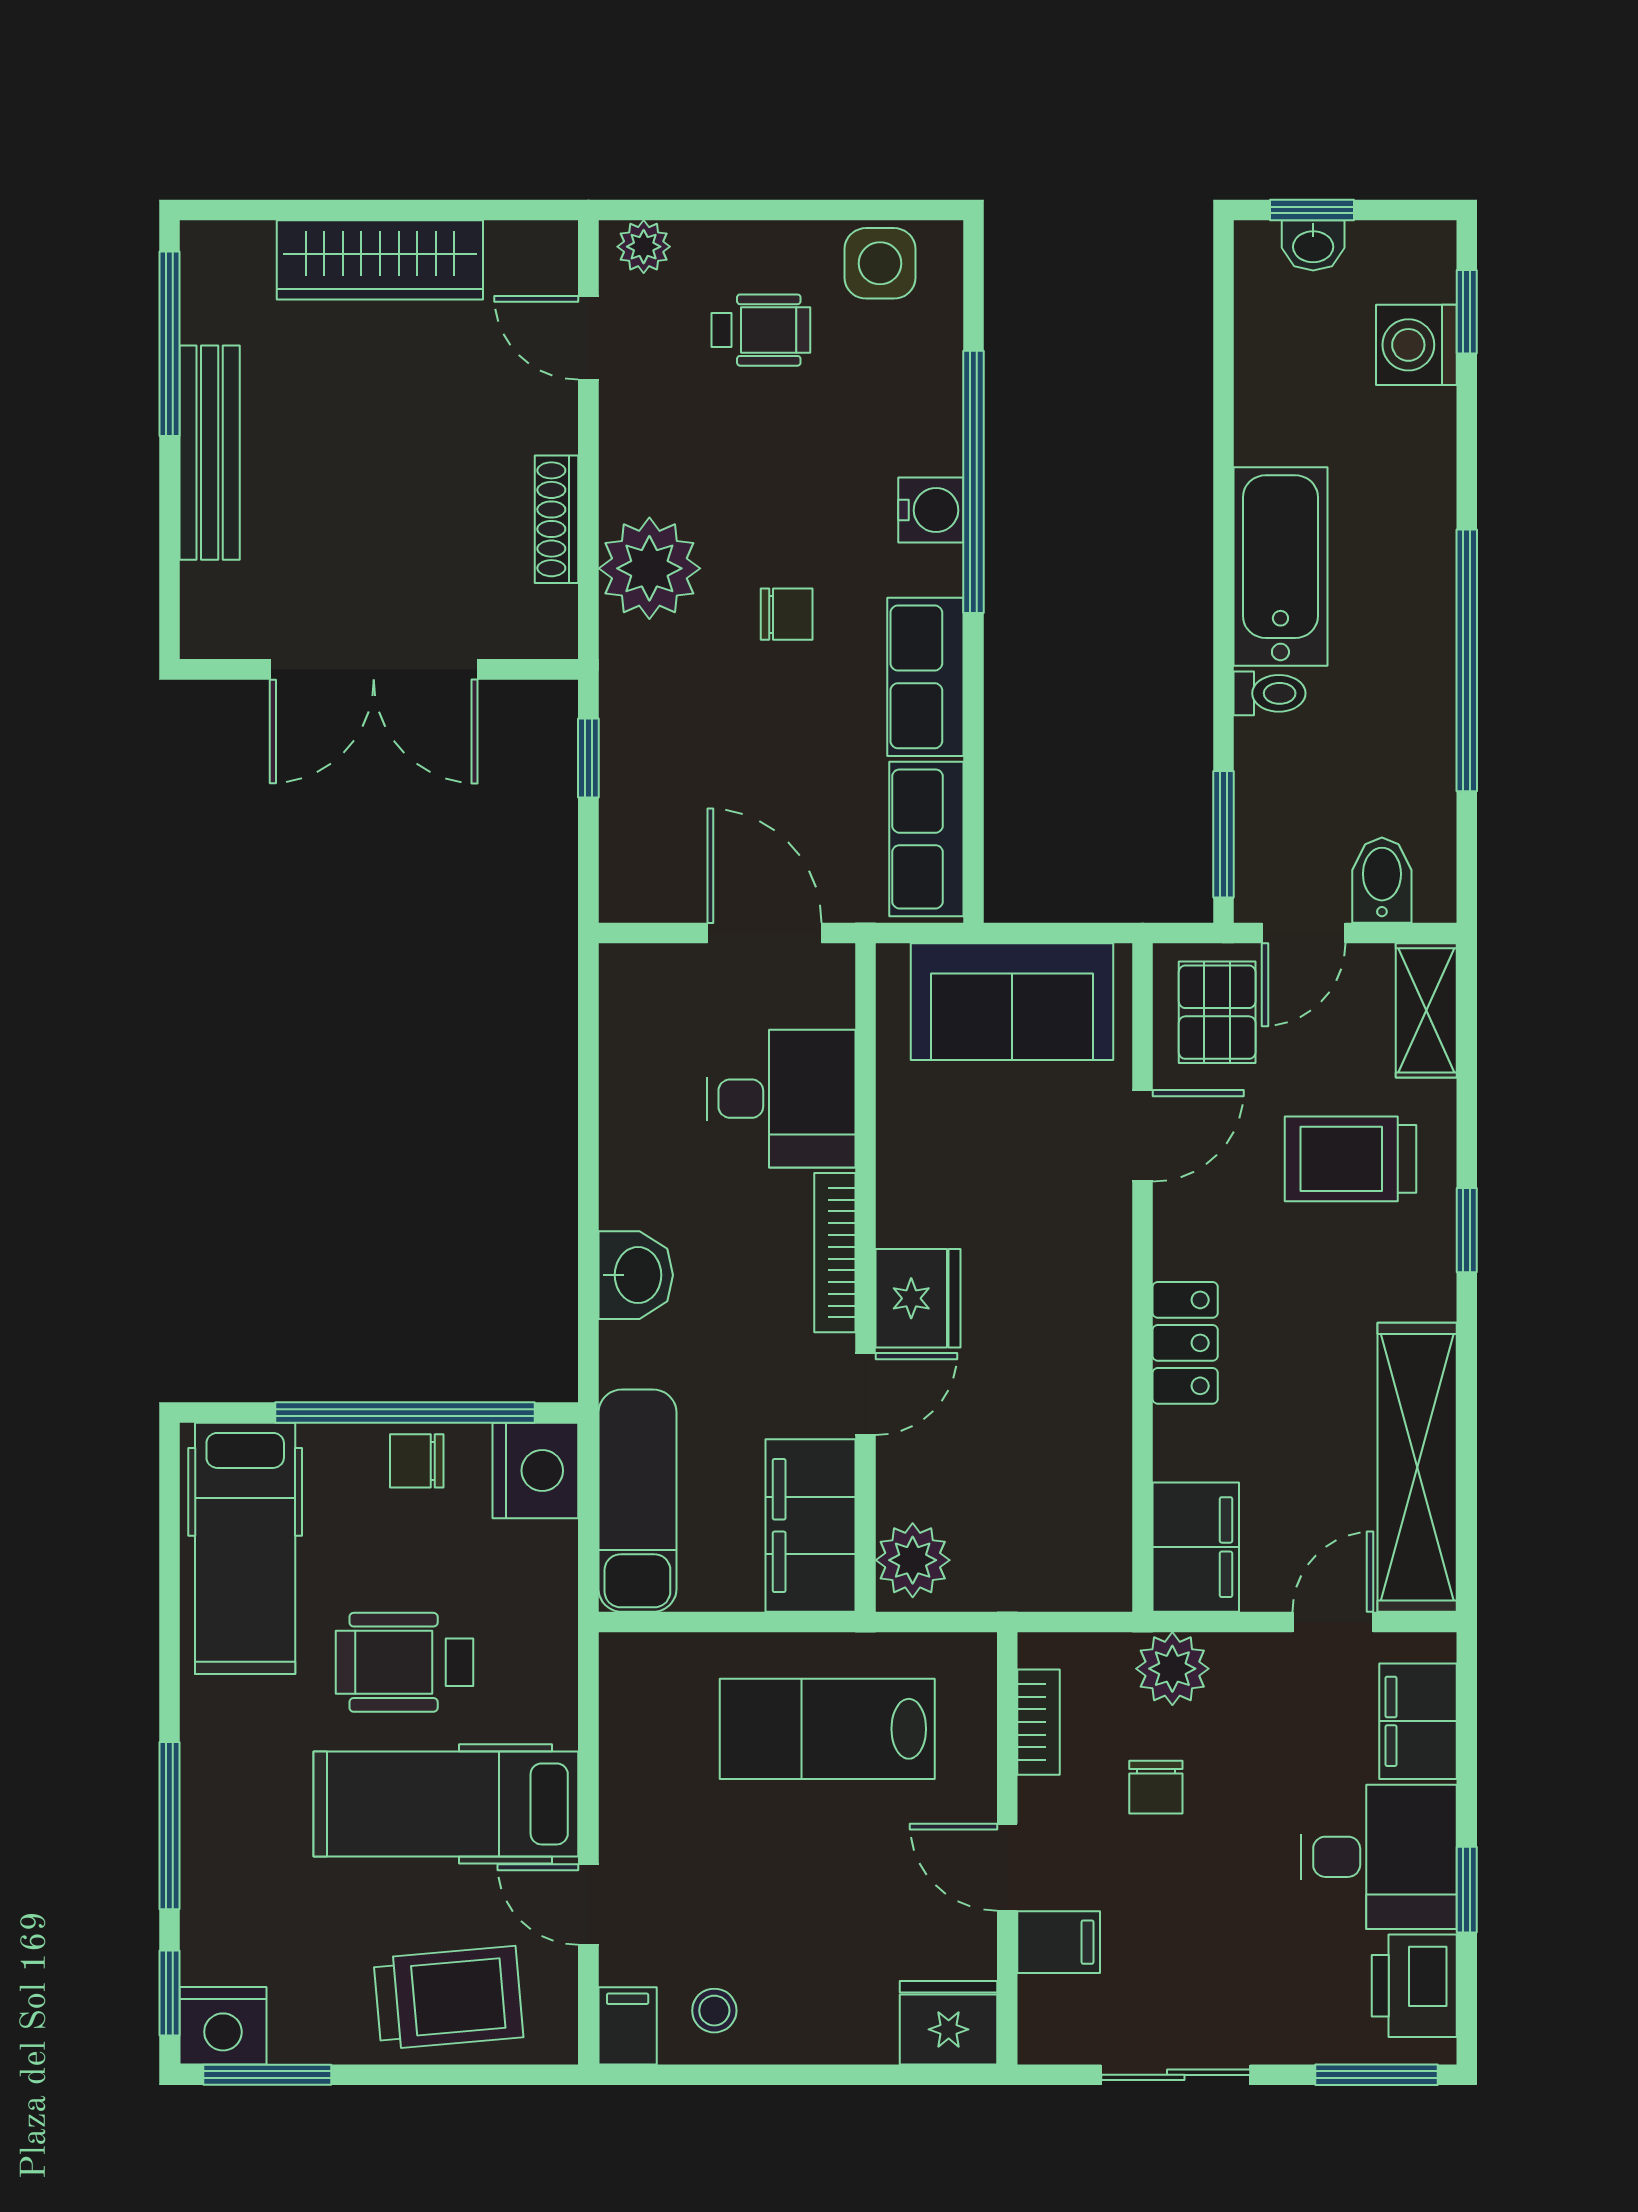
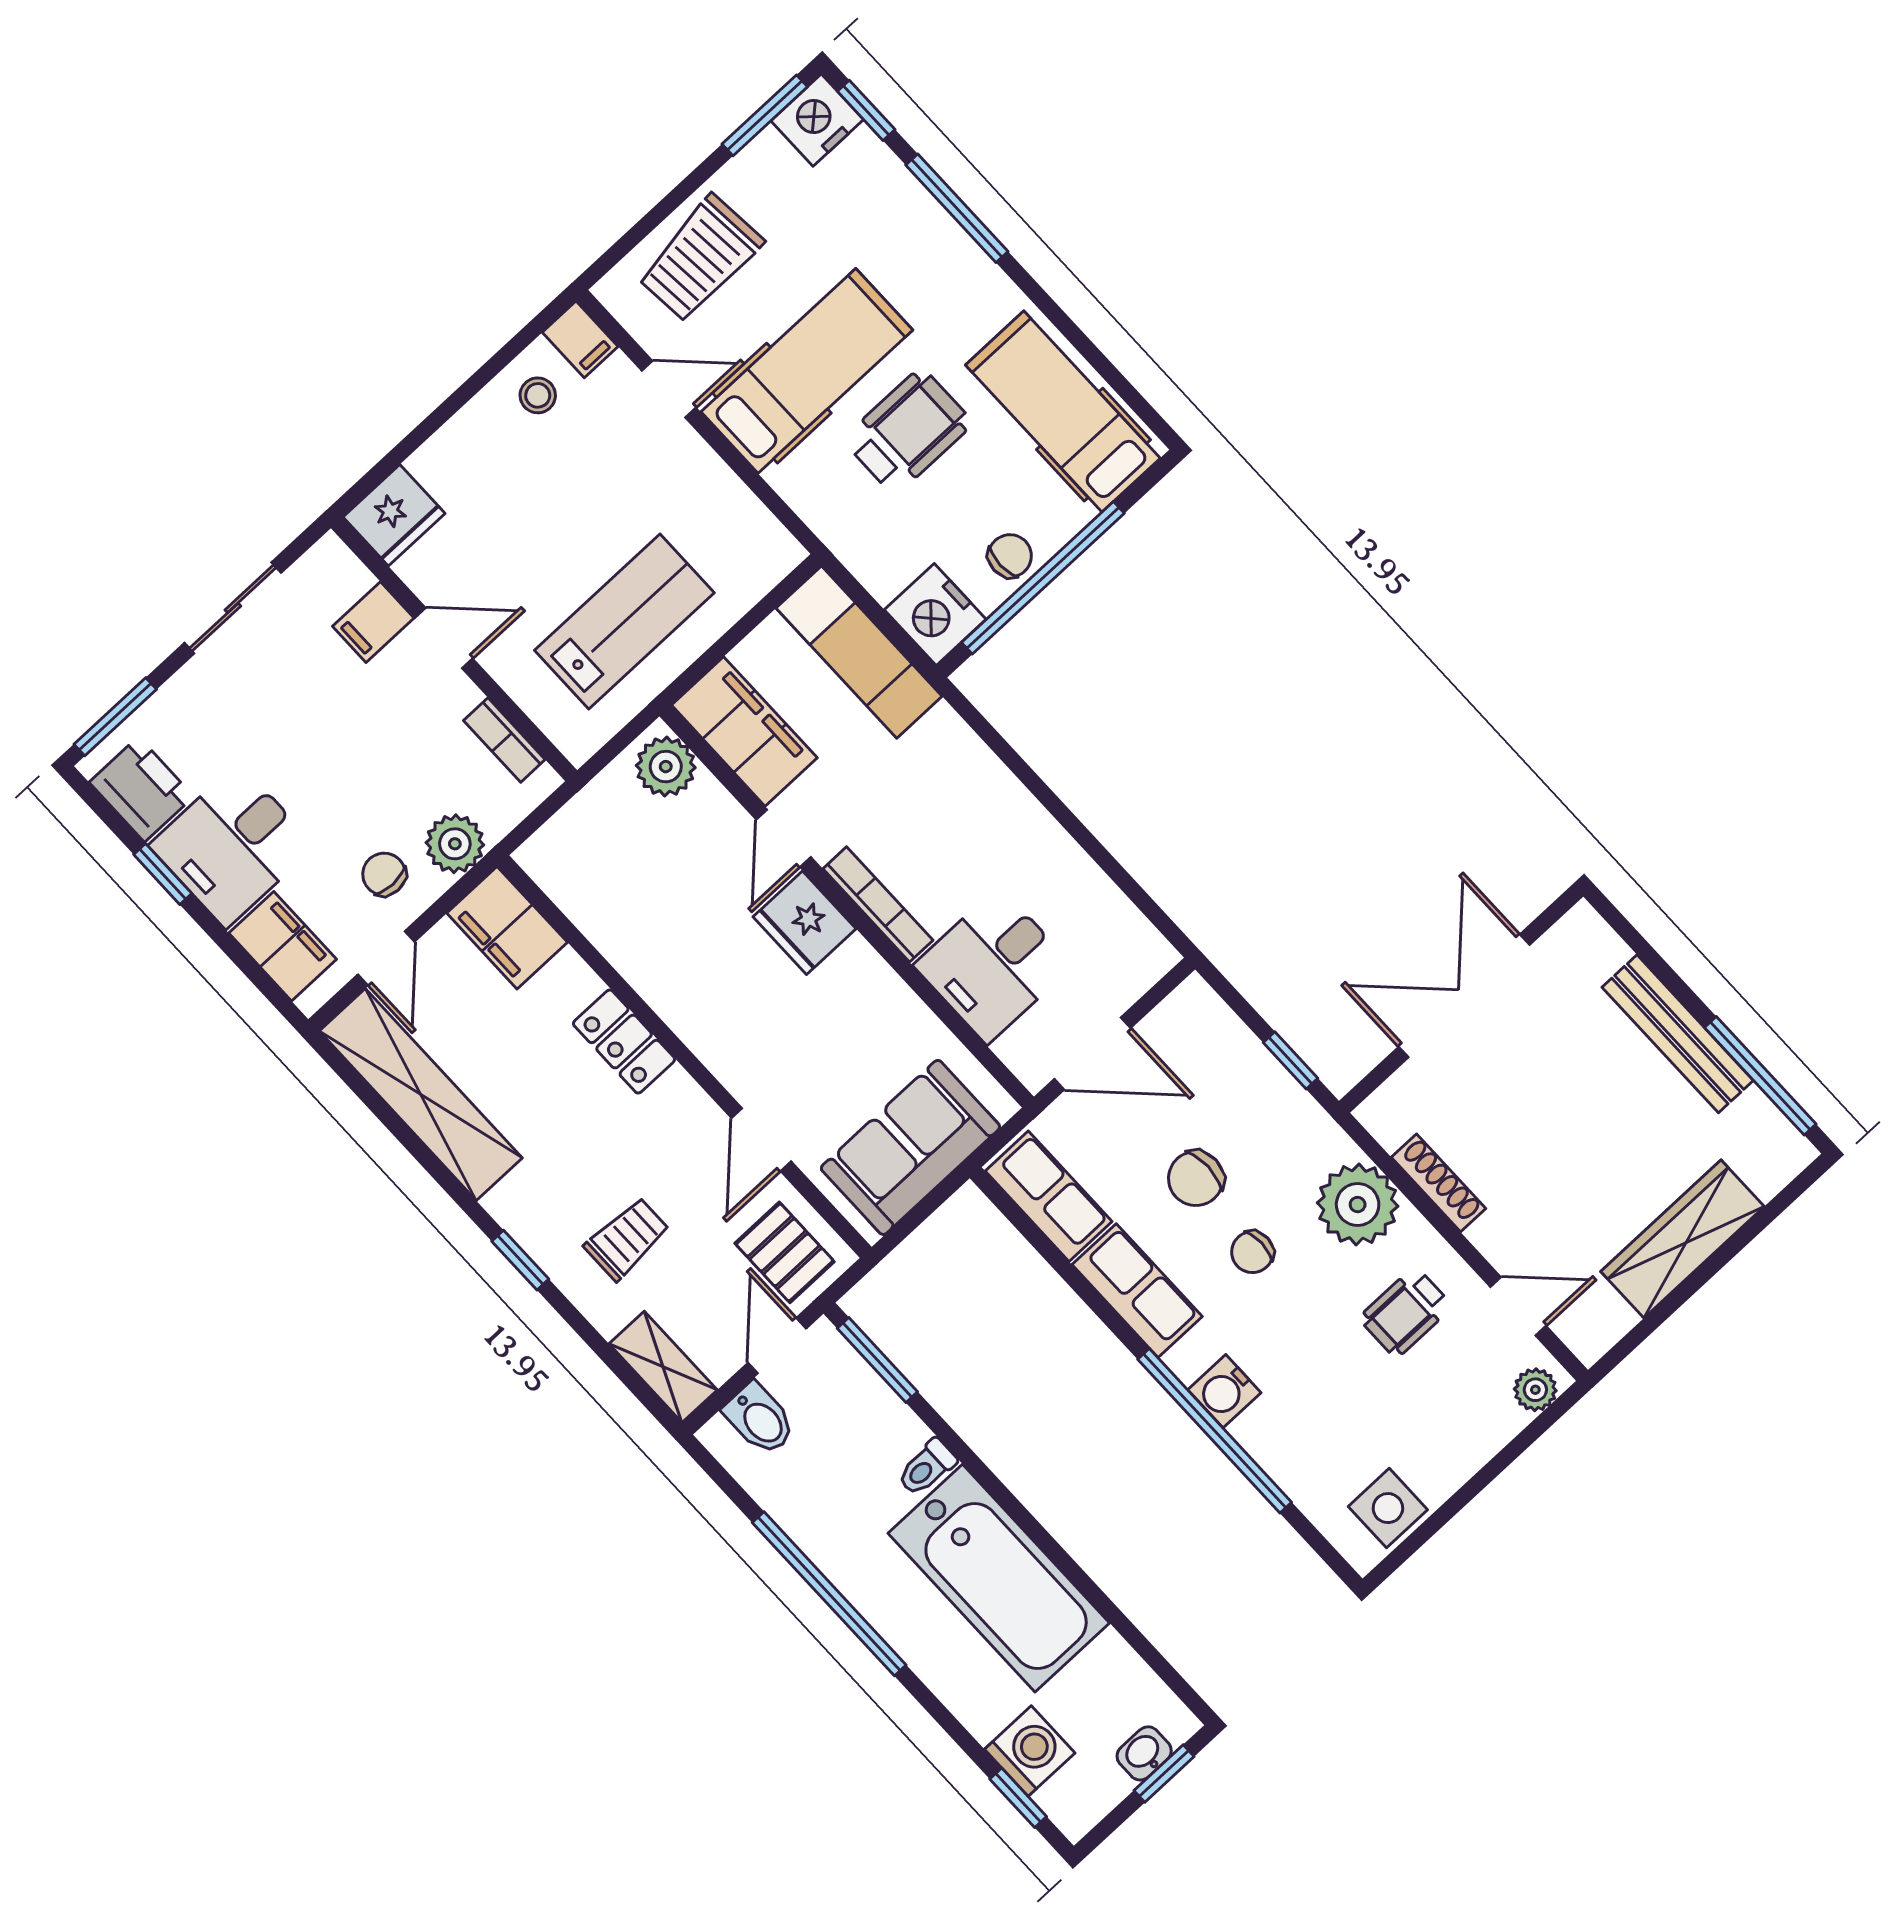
wheelchair: (761, 330) -> (1406, 1312), moved
bathtub: (1280, 567) -> (999, 1578), width x1.36, depth x1.36
chair: (776, 730) -> (1196, 1178), added
trolley: (1350, 1159) -> (627, 1239), width x0.73, depth x0.72
washbasin: (636, 1275) -> (982, 783), removed
chair: (1156, 1787) -> (384, 874), moved

